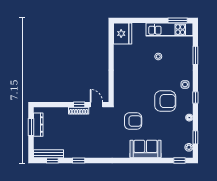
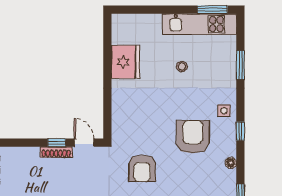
fridge: (123, 34) -> (126, 62), moved
armchair: (165, 101) -> (193, 137), turned -90
armchair: (133, 121) -> (142, 168), turned 90

